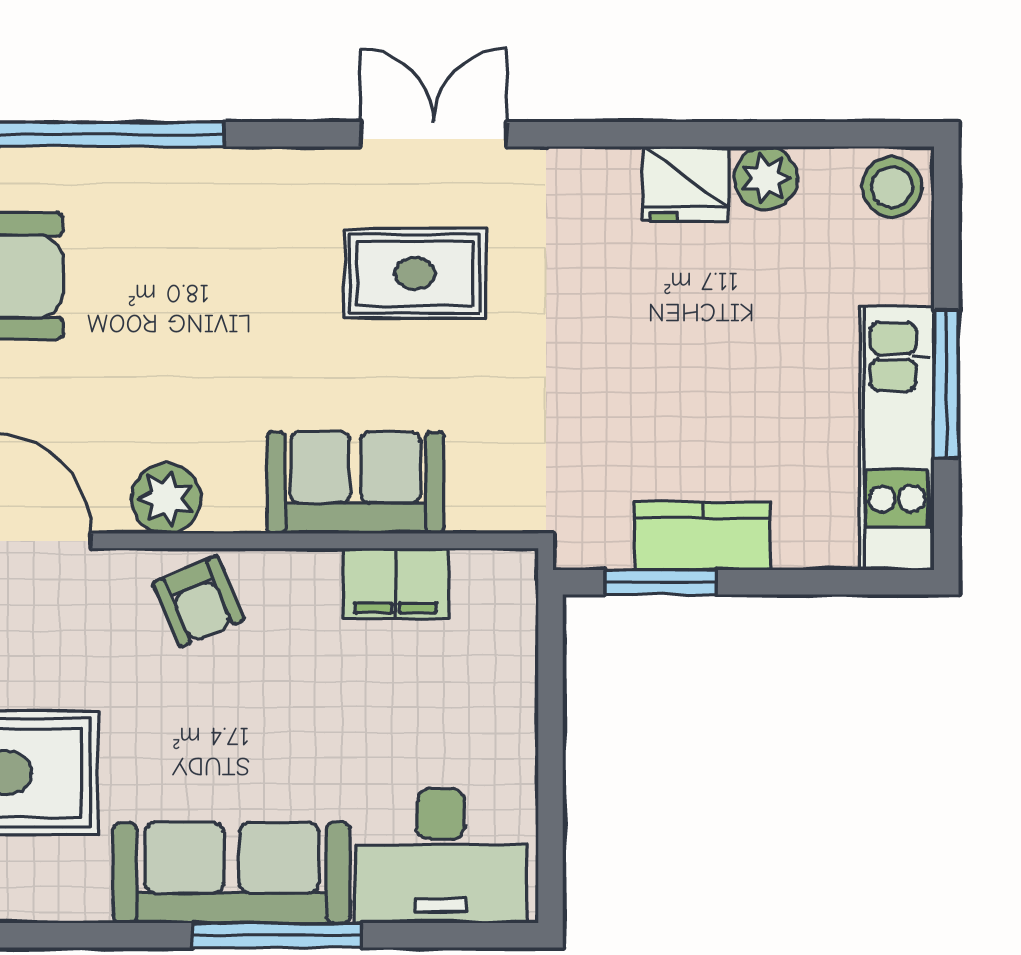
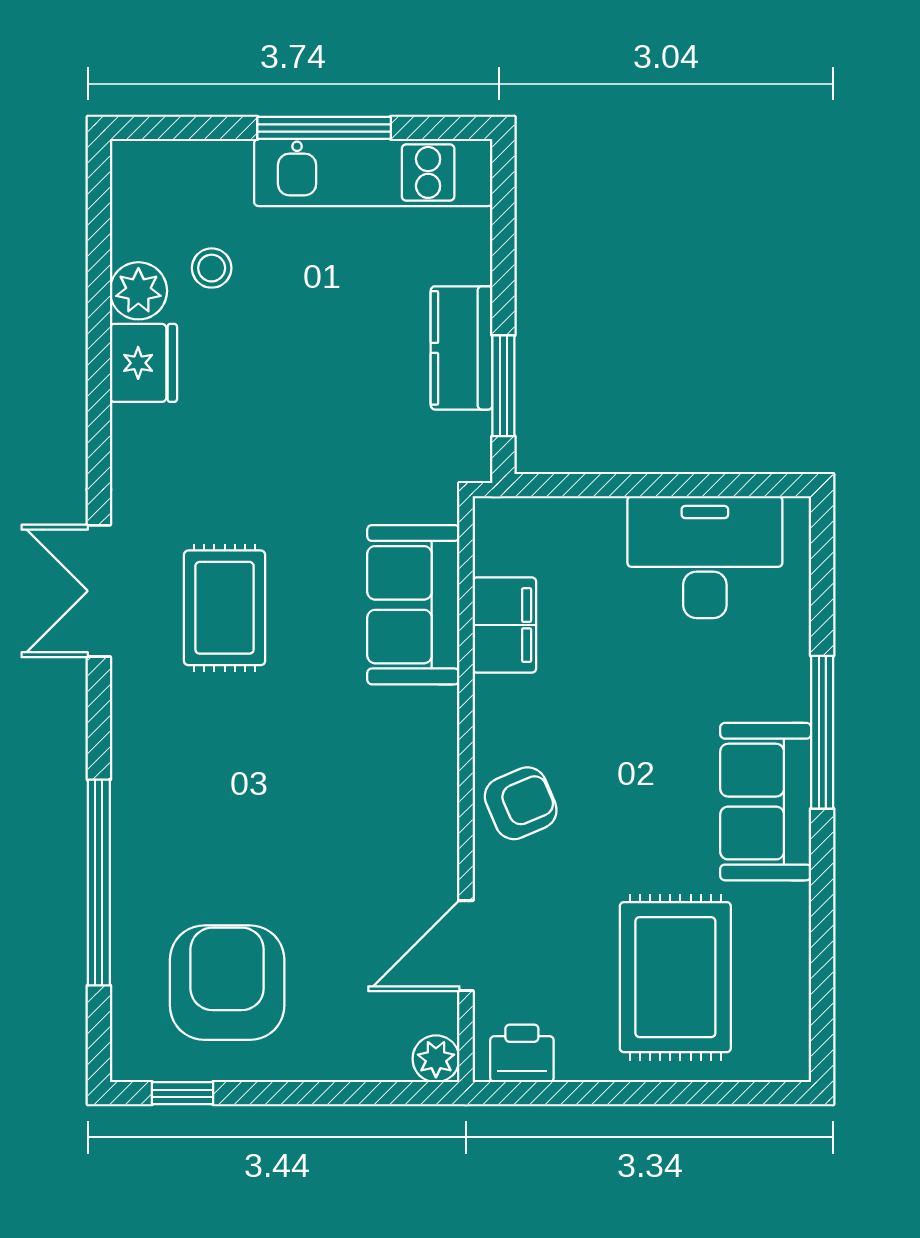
stool: (892, 187) -> (212, 268), moved, width x0.73, depth x0.73
sofa: (355, 483) -> (413, 605), moved
plant: (166, 499) -> (428, 832), removed
desk: (441, 856) -> (705, 557), moved, turned -90
sofa: (232, 873) -> (766, 802), width x0.73

